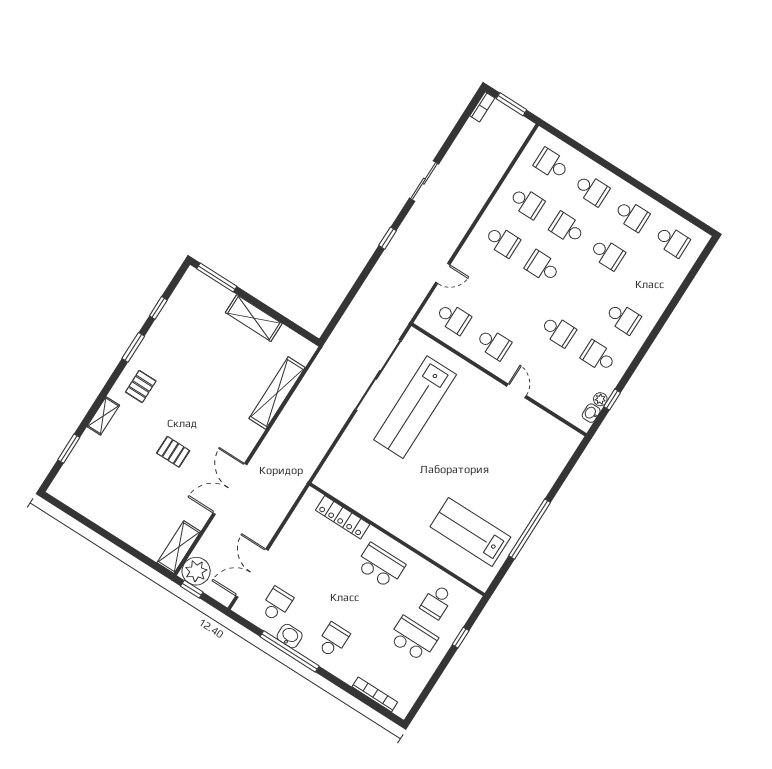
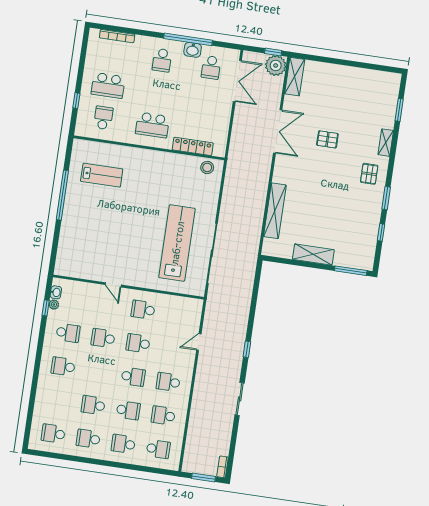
school desk: (453, 318) -> (138, 343), moved
stool: (336, 483) -> (207, 167), added
lab bench: (470, 532) -> (102, 175), width x0.73, depth x0.72

